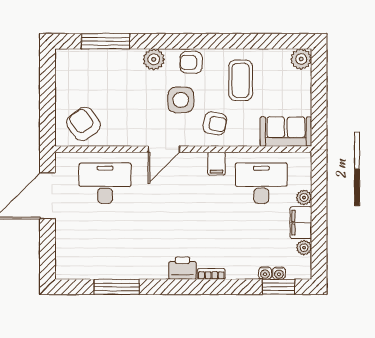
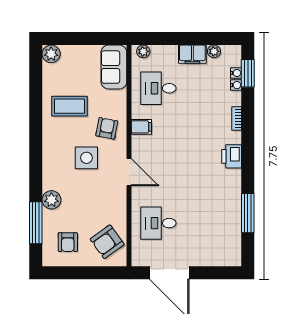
plant: (154, 59) -> (51, 200), moved
armchair: (191, 62) -> (68, 242), moved
desk: (105, 183) -> (158, 223), width x0.73
desk: (261, 183) -> (158, 88), width x0.73
plant: (304, 197) -> (143, 51), moved
bookcase: (211, 274) -> (237, 119), moved

